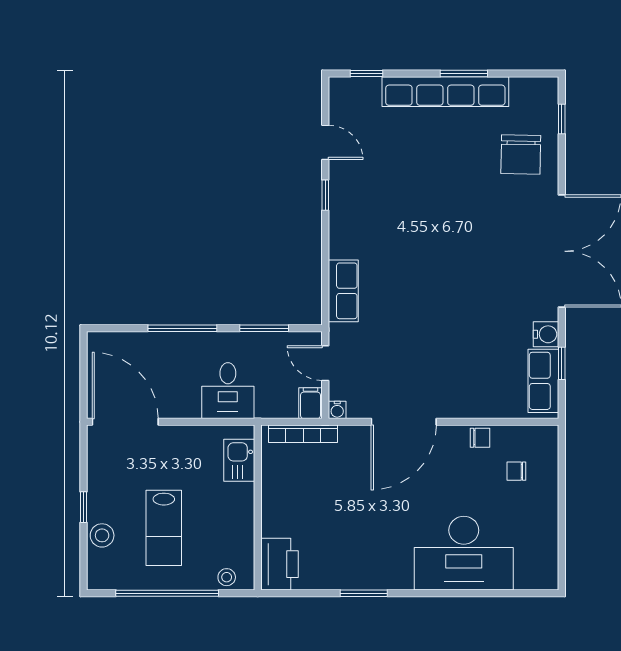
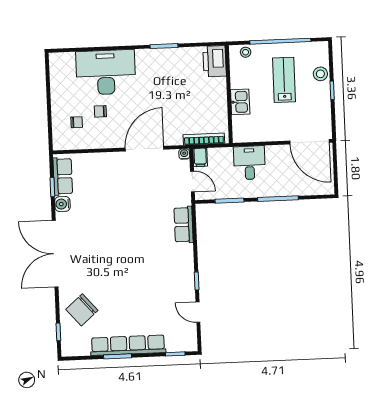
chair: (521, 155) -> (82, 310), turned -132
chair: (480, 438) -> (100, 111), moved
kitchen sink: (239, 460) -> (240, 102), moved

